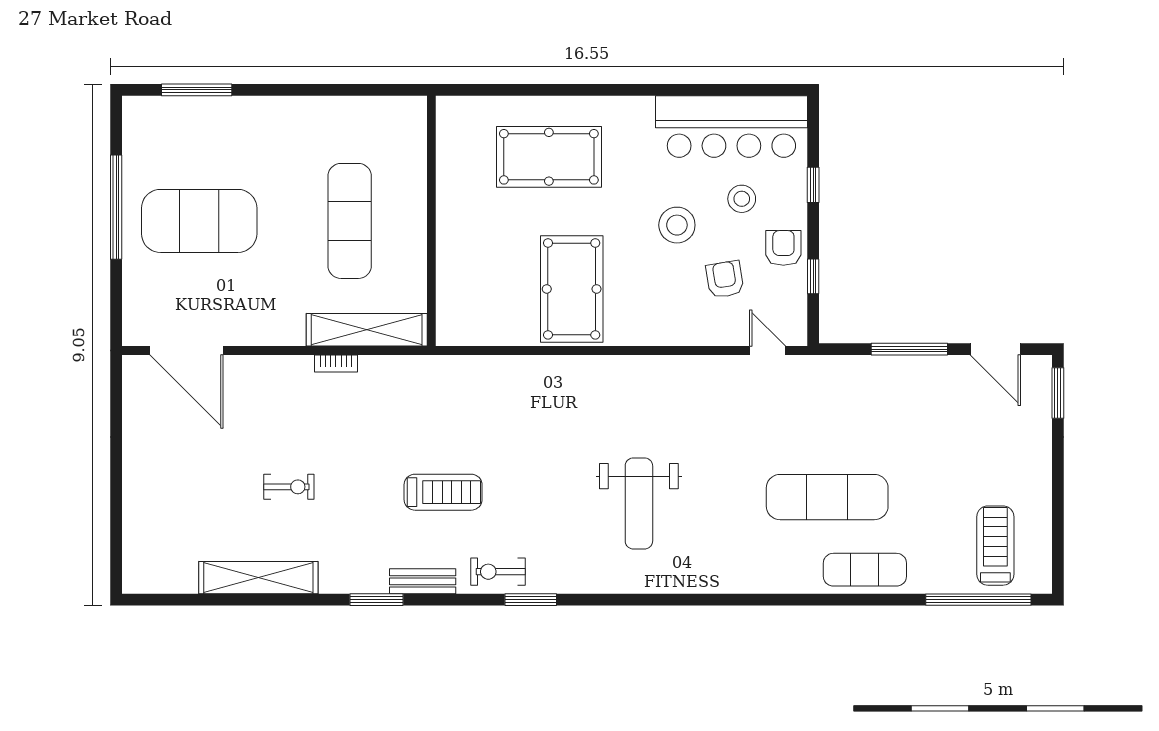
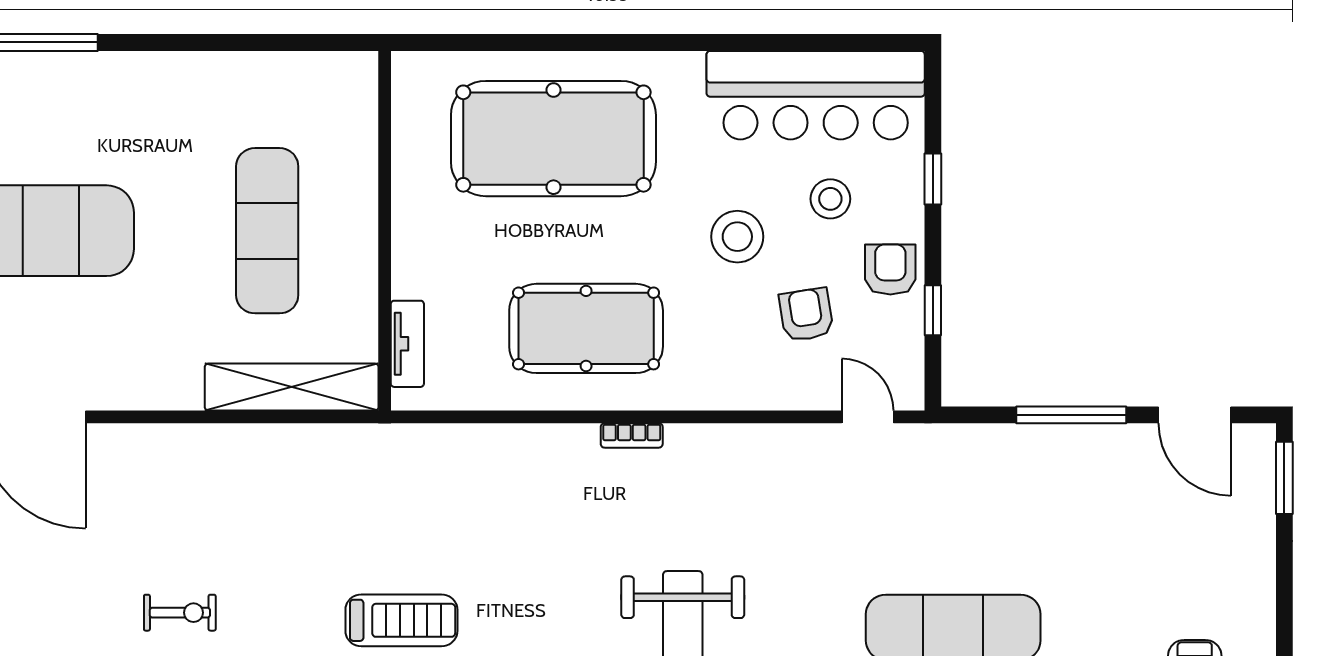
pool table: (549, 157) -> (553, 139), width x1.36, depth x1.32
pool table: (572, 289) -> (586, 328), turned 90
tv unit: (447, 300) -> (407, 344), added
bookcase: (336, 363) -> (632, 435), moved

